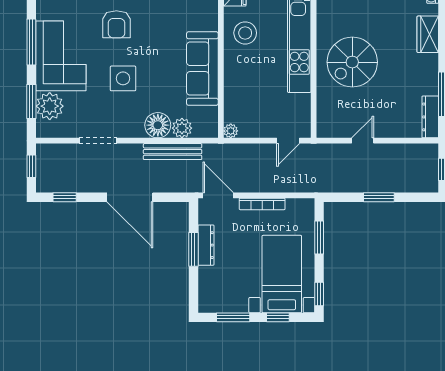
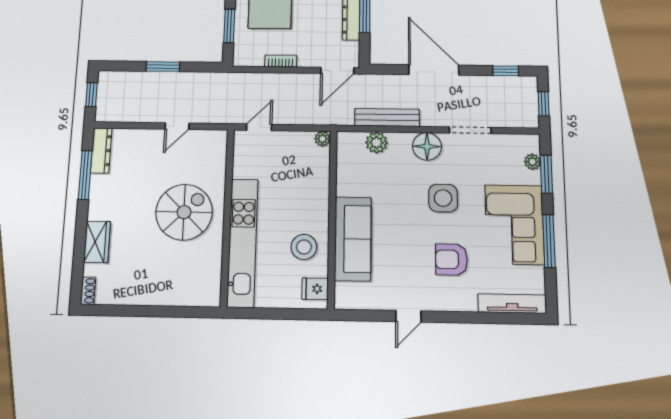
armchair: (116, 24) -> (451, 259), turned -90
sofa: (202, 69) -> (353, 239), moved
plant: (50, 106) -> (532, 162), width x0.53, depth x0.53
floor lamp: (158, 125) -> (427, 146), moved
door: (218, 195) -> (337, 71), hinge flipped
bookcase: (262, 204) -> (281, 61), width x0.64

